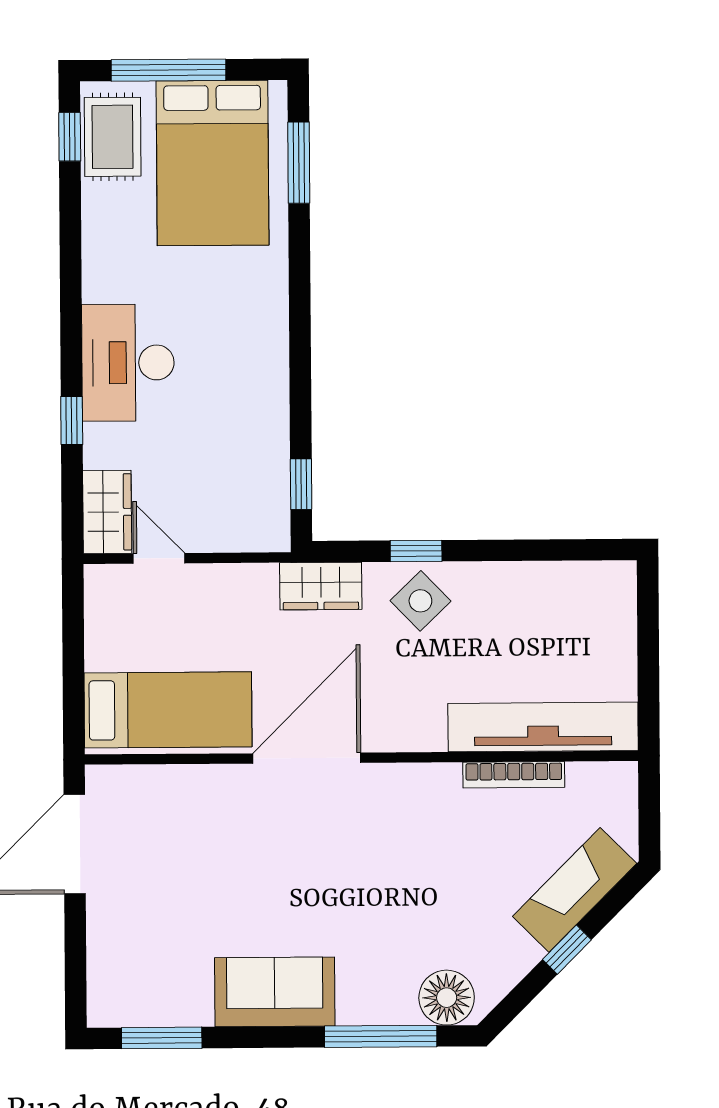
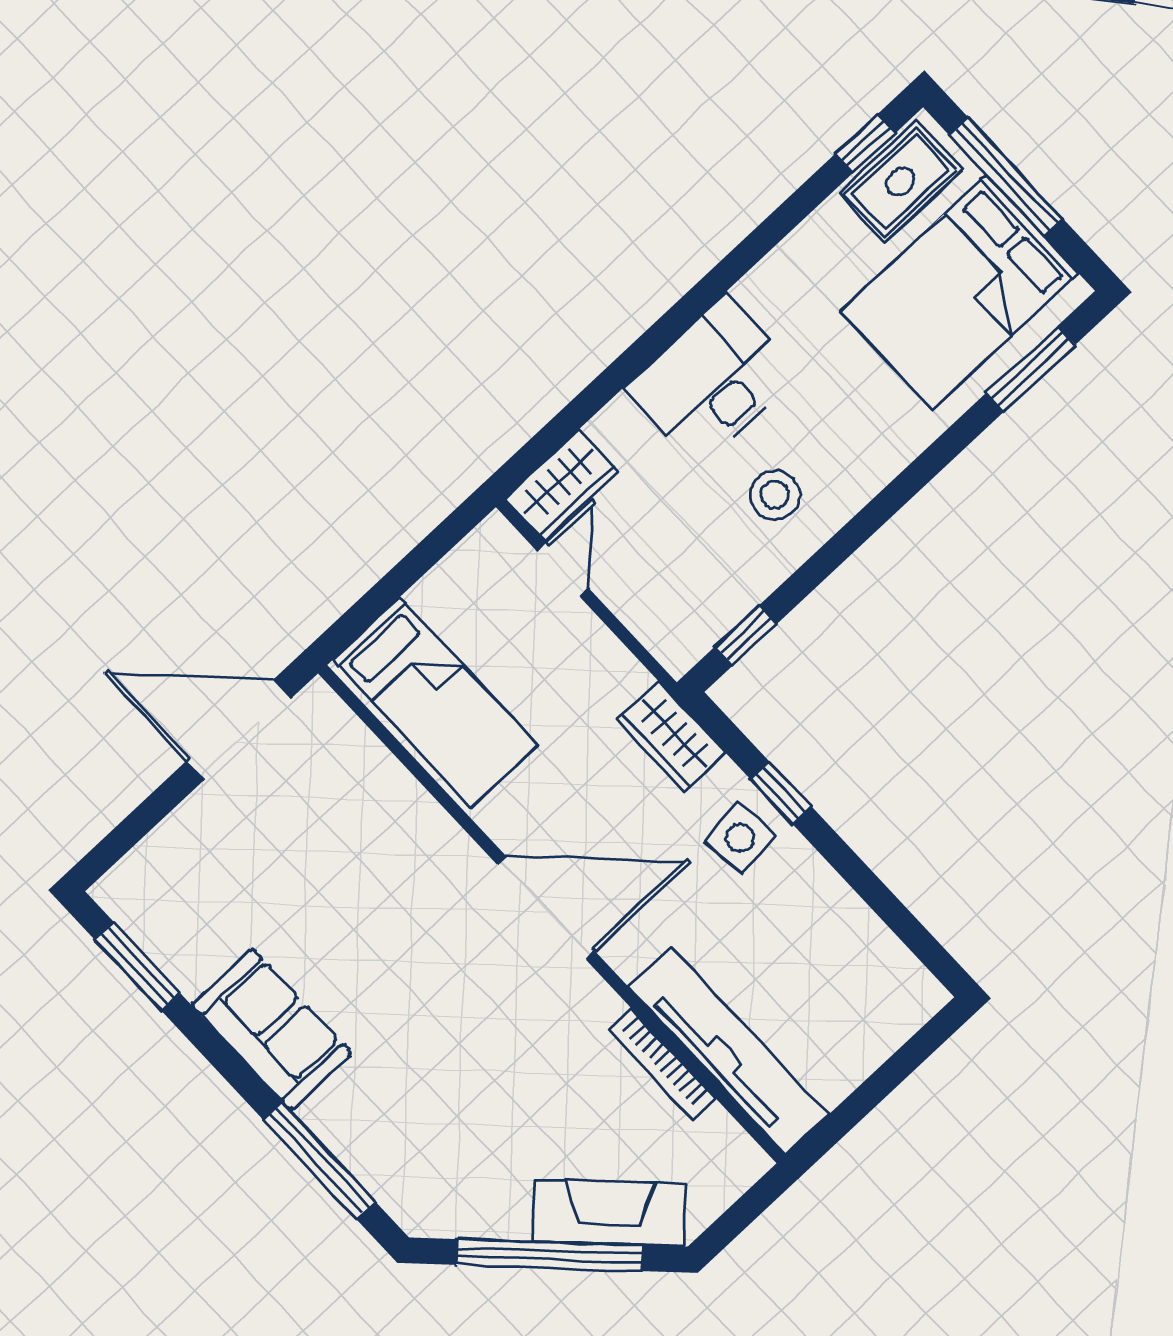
stool: (232, 388) -> (775, 495), added
window: (72, 421) -> (614, 379), removed
side table: (420, 601) -> (740, 838), turned 37
door: (307, 758) -> (546, 908), moved
window: (567, 950) -> (550, 1255), width x3.17
floor lamp: (447, 998) -> (408, 1187), removed

